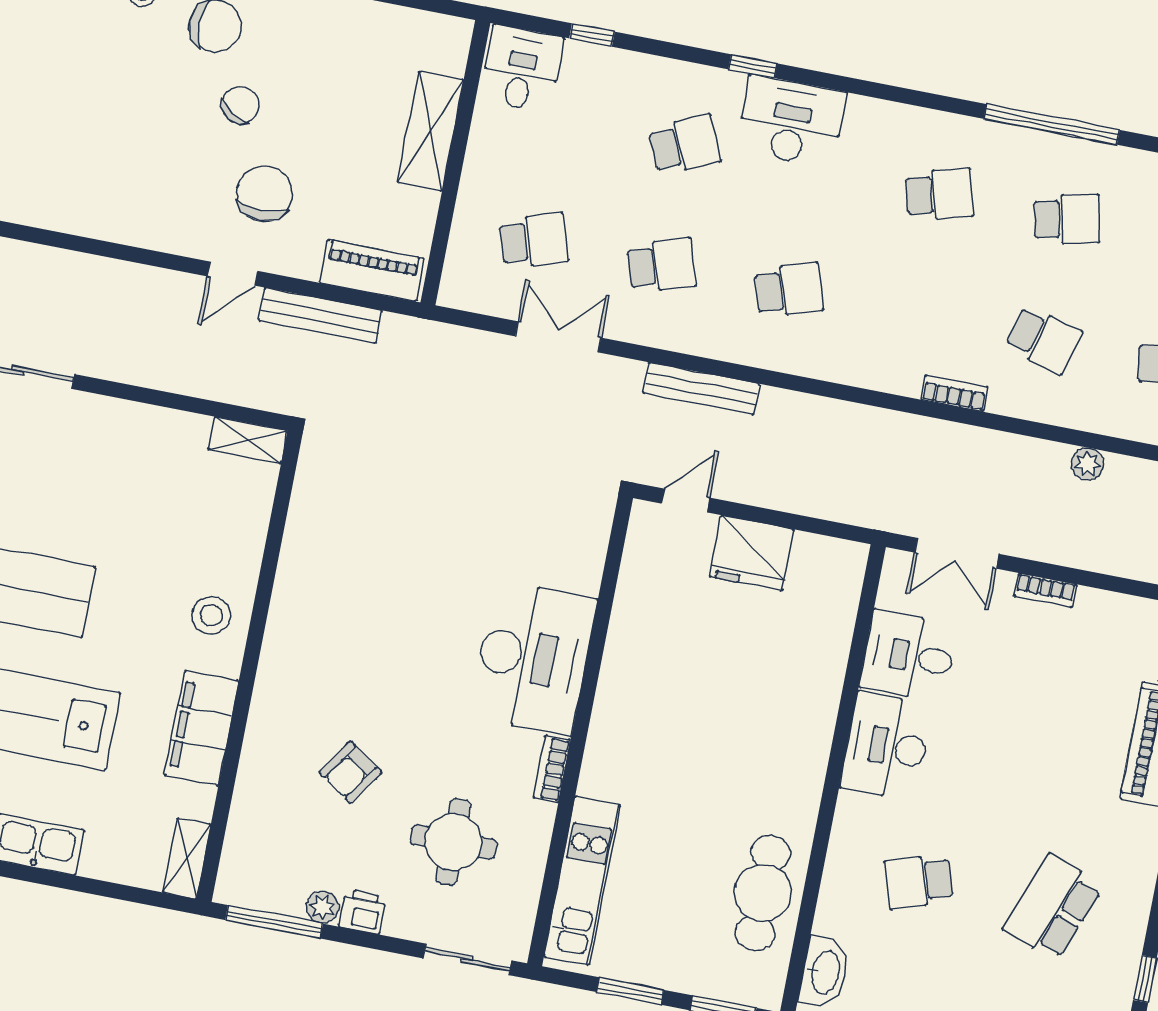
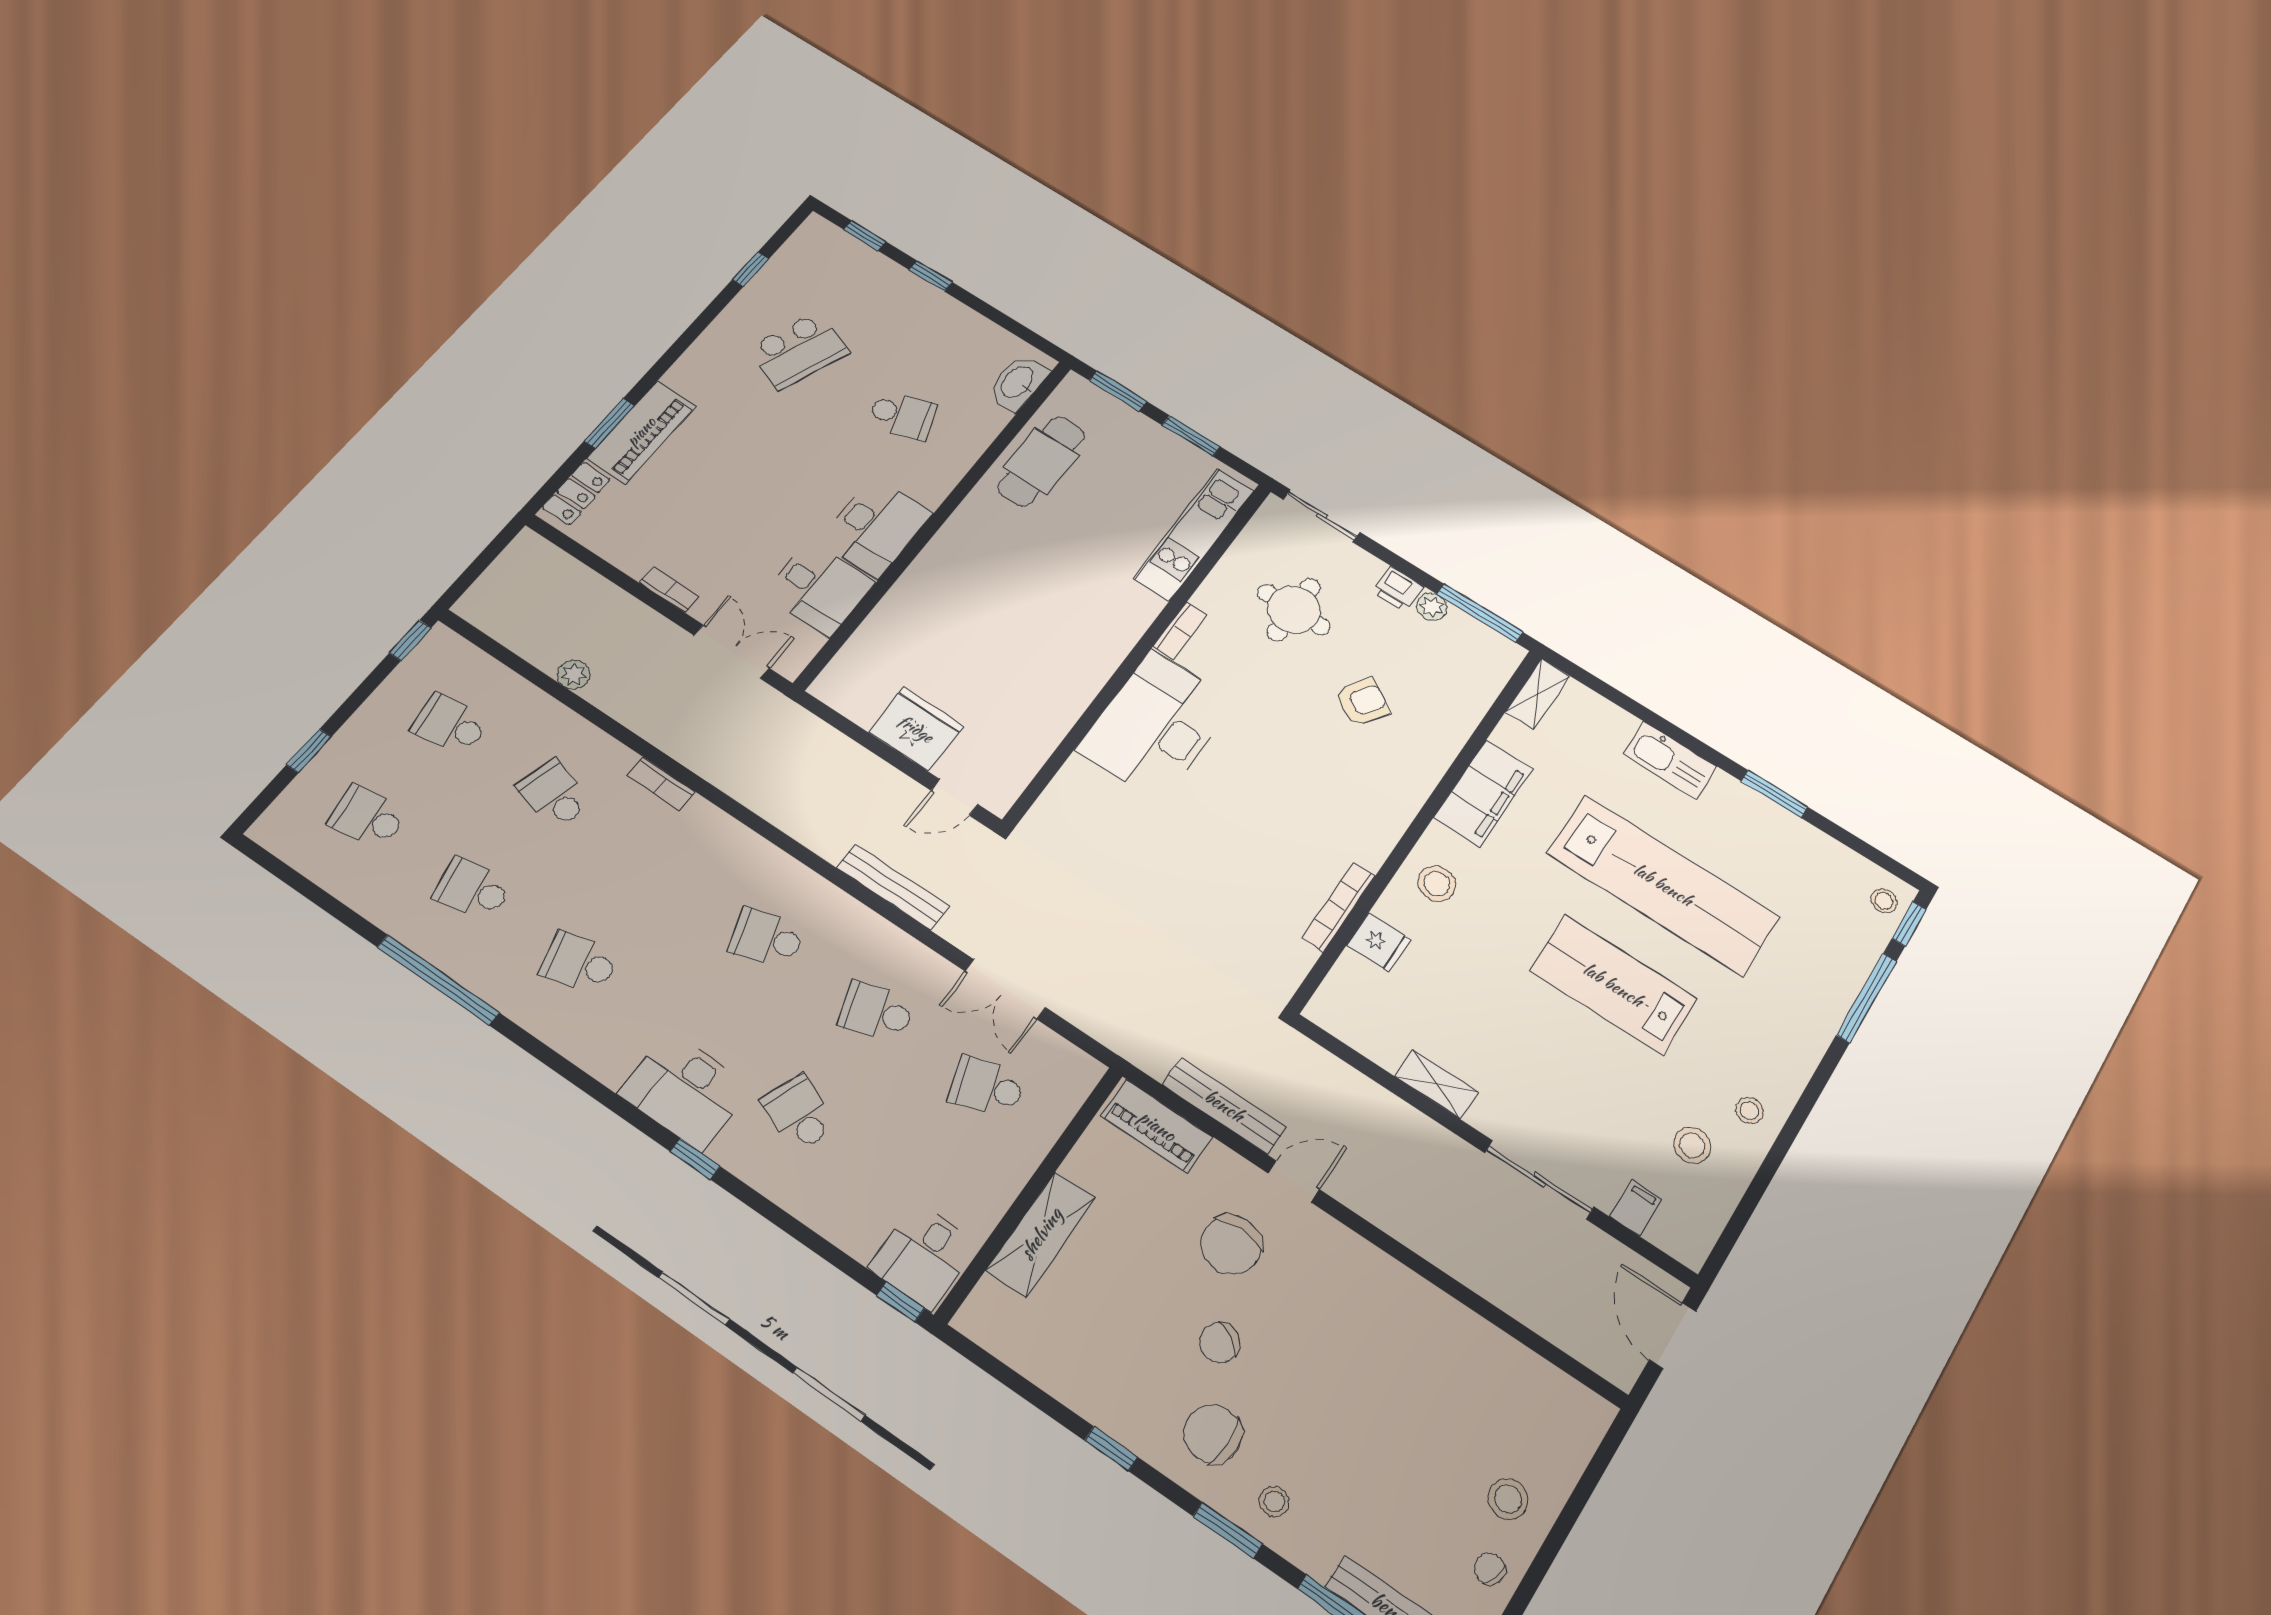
window: (592, 35) -> (900, 1302), moved
school desk: (685, 145) -> (799, 1113), turned 45
shelving: (248, 440) -> (1437, 1084), moved
fridge: (242, 533) -> (1379, 942), added
bookcase: (292, 551) -> (1339, 907), added

